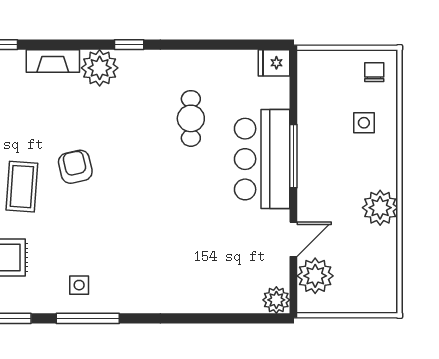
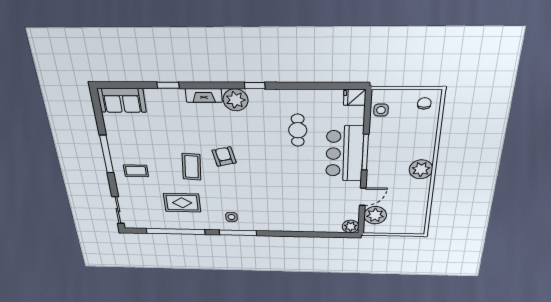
side table: (364, 123) -> (381, 110), moved
plant: (380, 208) -> (421, 169), moved

